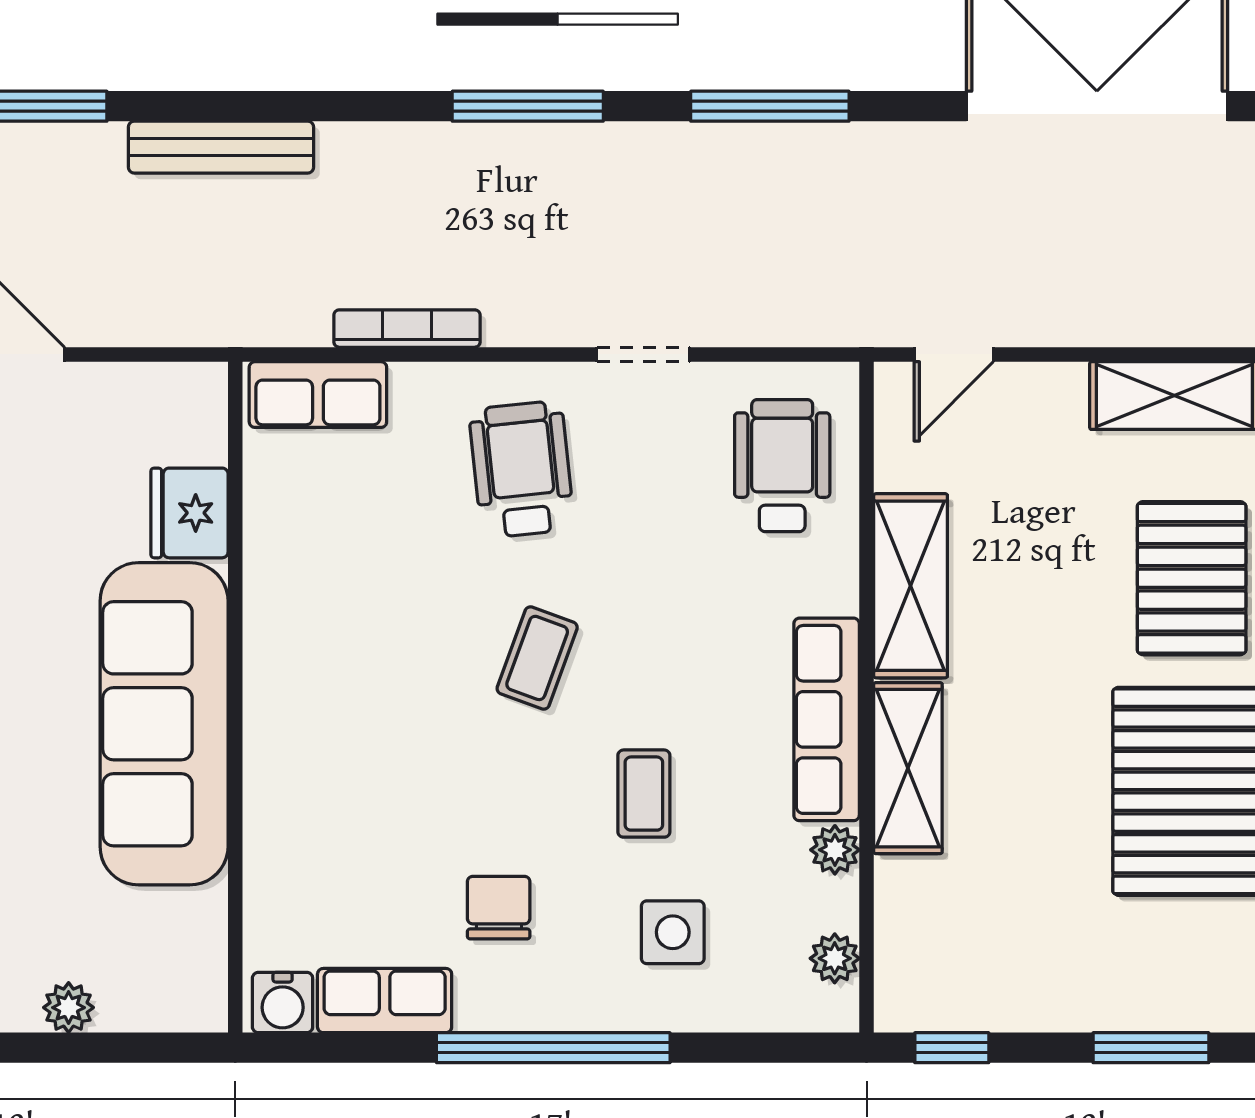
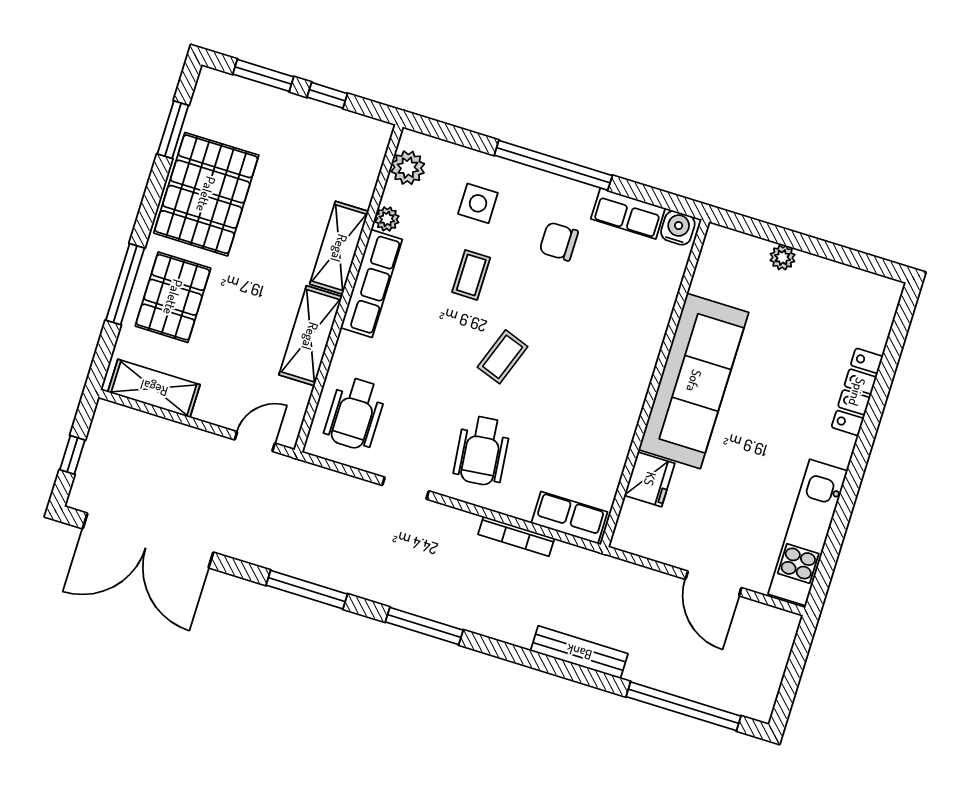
chair: (499, 908) -> (559, 241), turned 90
plant: (835, 958) -> (408, 168), width x1.38, depth x1.38
window: (952, 1048) -> (327, 95), moved

